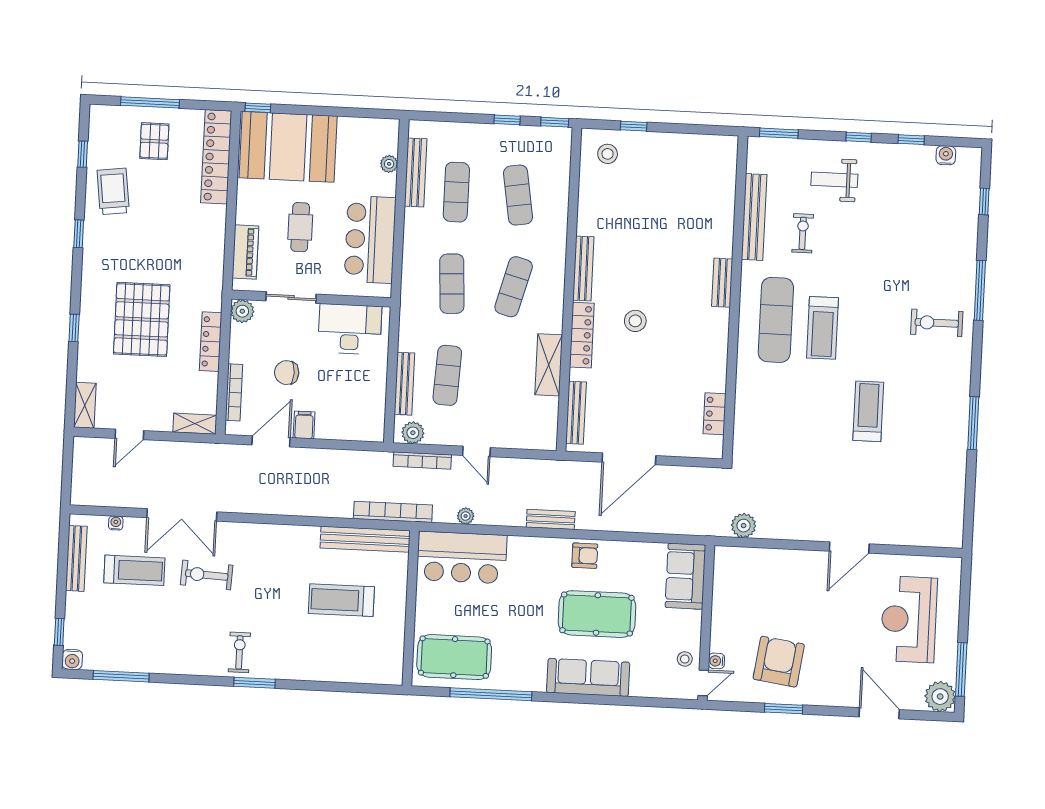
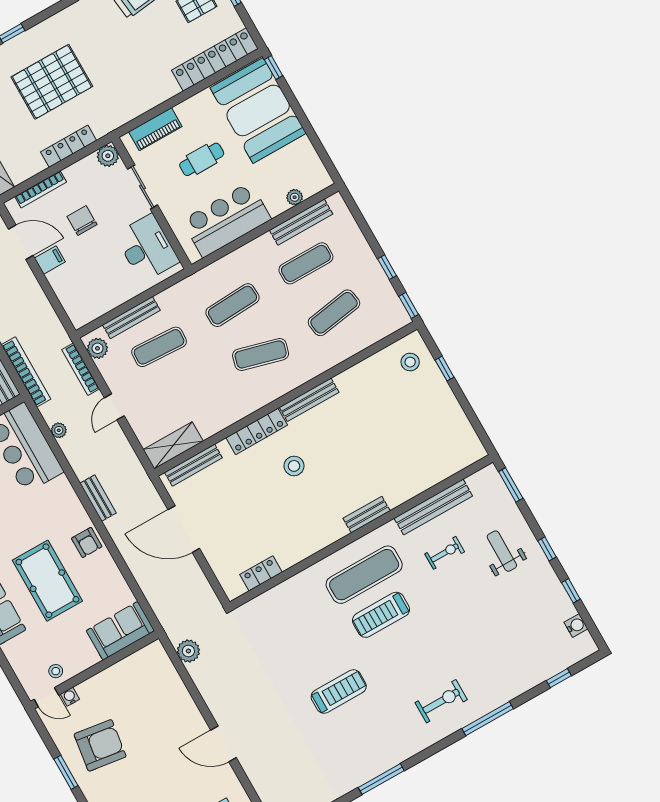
exercise bike: (937, 323) -> (441, 701), turned 90
shelving: (549, 365) -> (173, 445), moved

